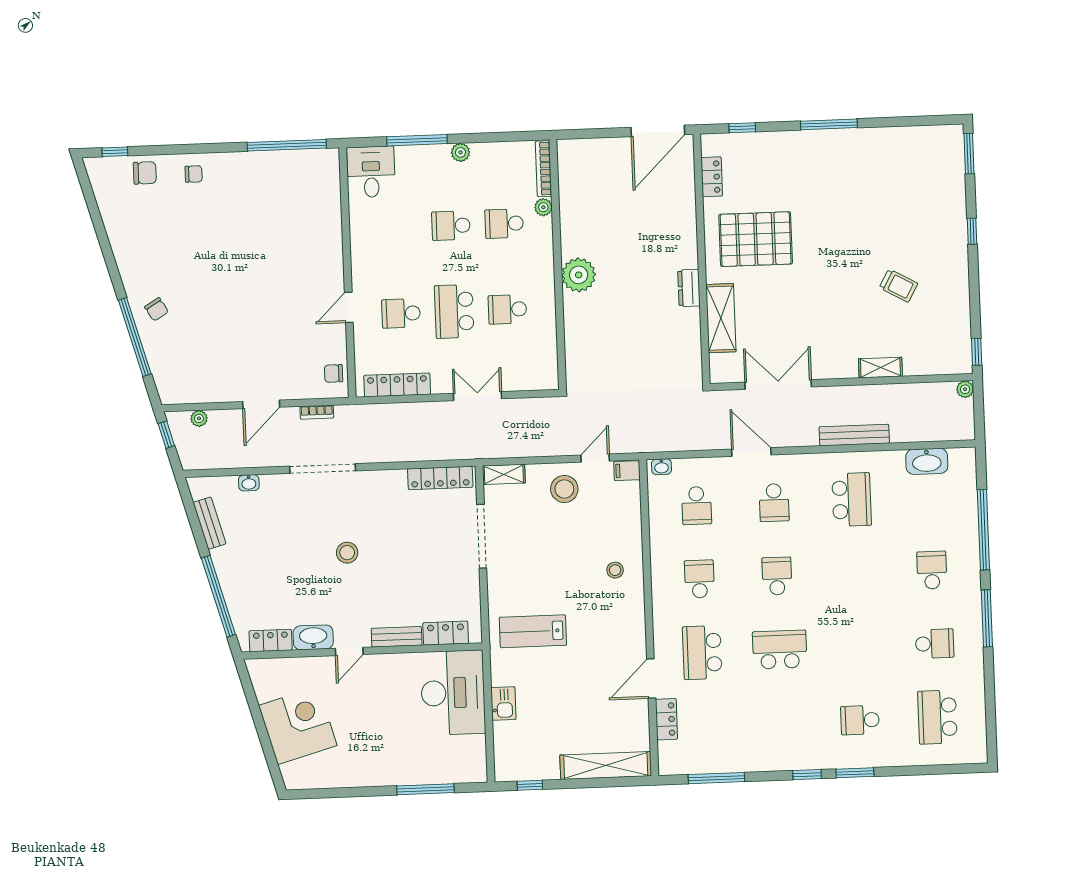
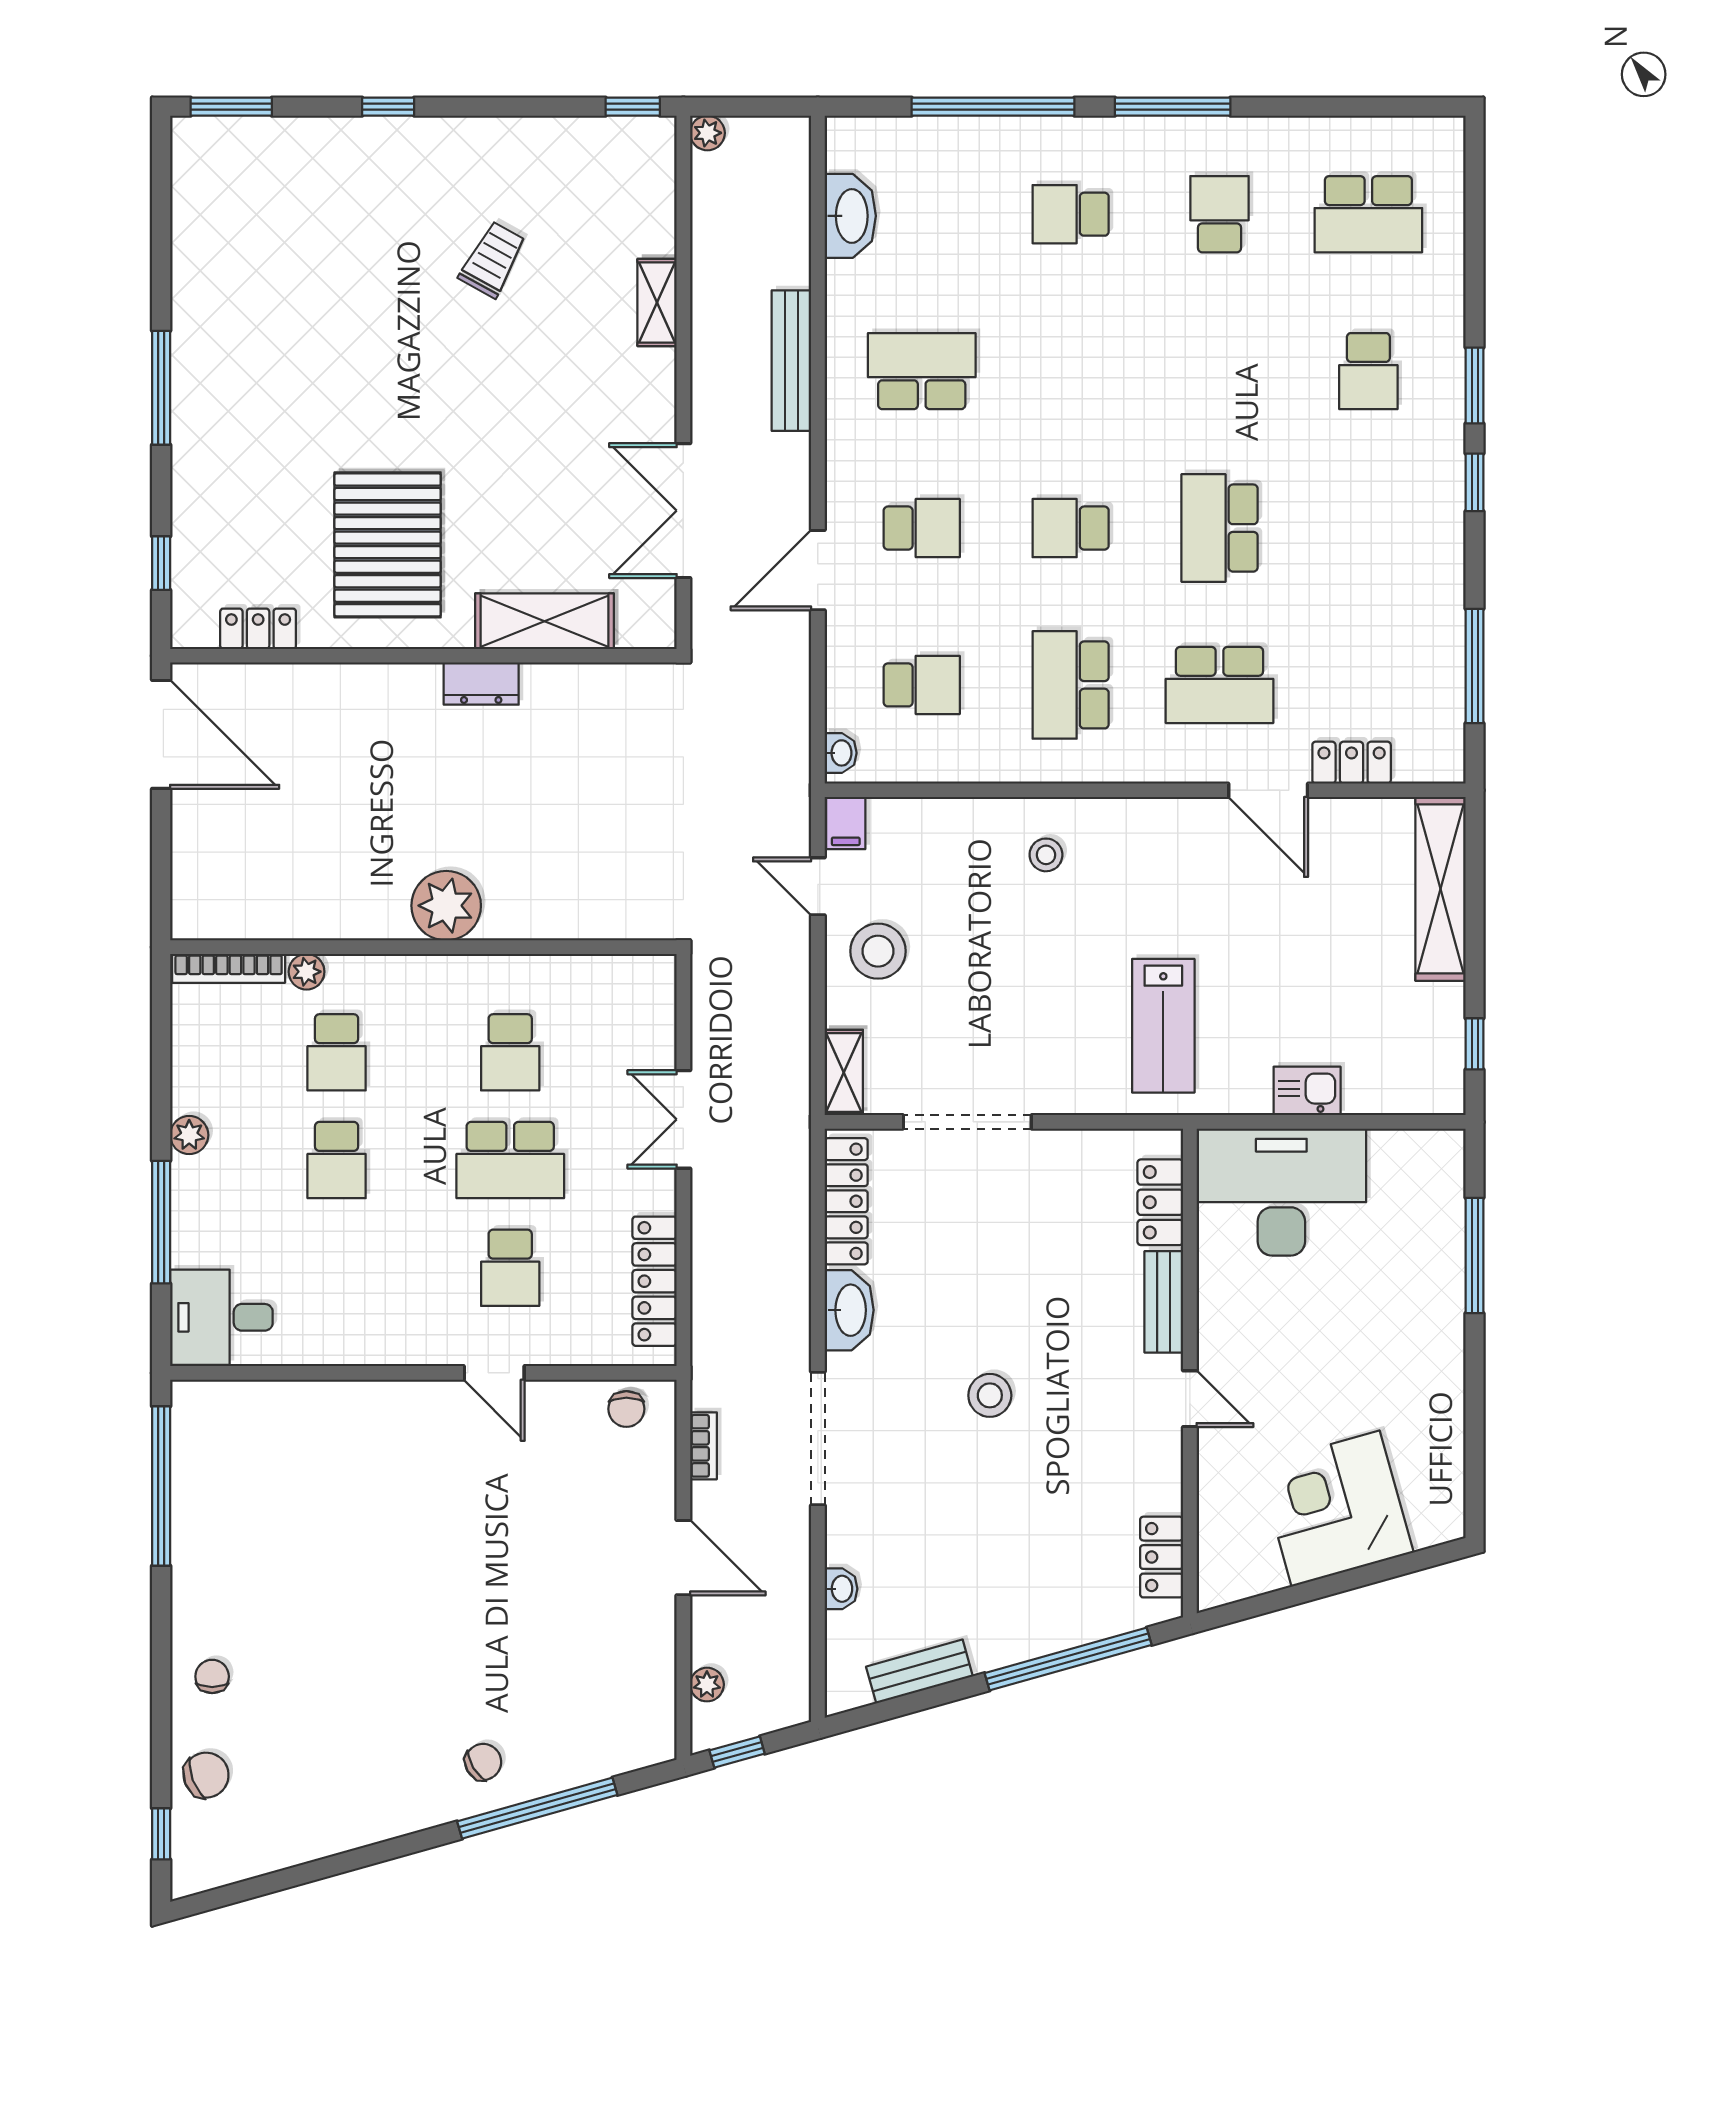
chair: (145, 173) -> (206, 1775), turned 69
school desk: (699, 579) -> (1071, 685), width x1.85
washbasin: (313, 637) -> (849, 1310), moved, turned 180

